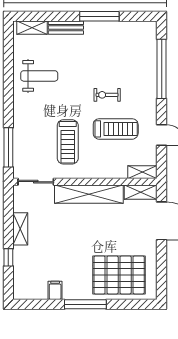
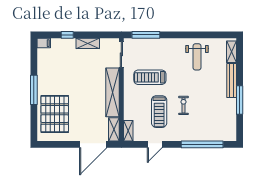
bench: (66, 28) -> (232, 81), width x1.36
filing cabinet: (55, 290) -> (44, 43), moved

